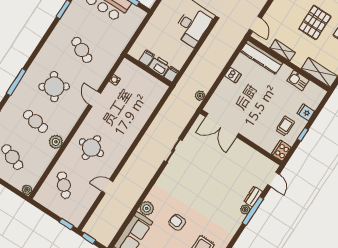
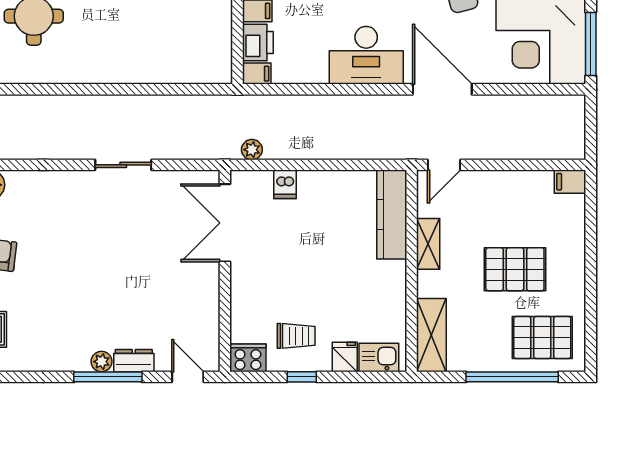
dishwasher: (233, 75) -> (285, 184), moved
kitchen sink: (298, 81) -> (379, 358), moved, turned 90
door: (273, 179) -> (188, 377), swing flipped

